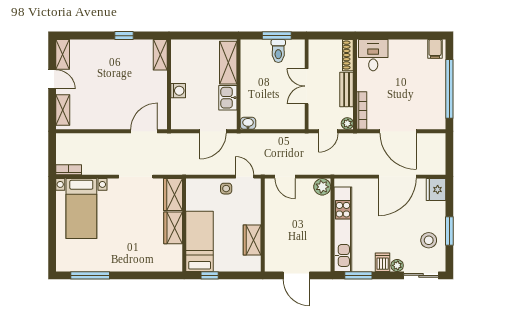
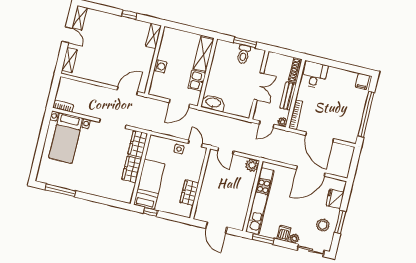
double door: (307, 86) -> (258, 86), swing flipped
washbasin: (248, 123) -> (213, 103), width x1.91, depth x1.45
fridge: (436, 189) -> (335, 199), moved

